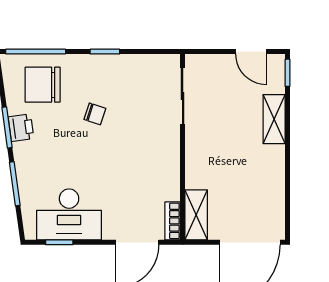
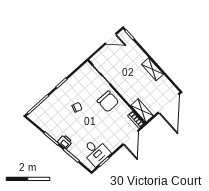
chair: (43, 85) -> (108, 101), moved, turned -90
shelving: (274, 119) -> (152, 69), moved
printer: (21, 128) -> (65, 142), moved
desk: (69, 214) -> (96, 152), width x0.73

